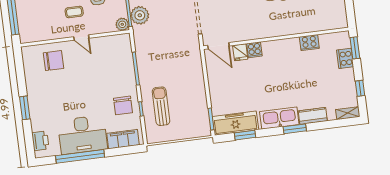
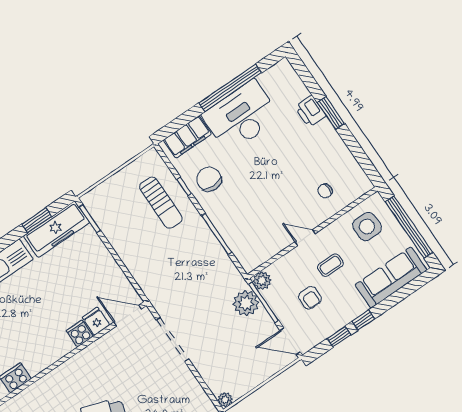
side table: (39, 25) -> (367, 226), added
chair: (54, 61) -> (325, 191), width x0.54, depth x0.54
printer: (40, 141) -> (311, 111), moved

